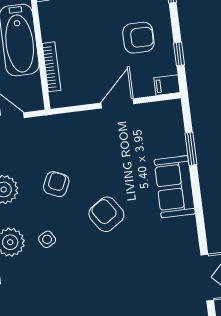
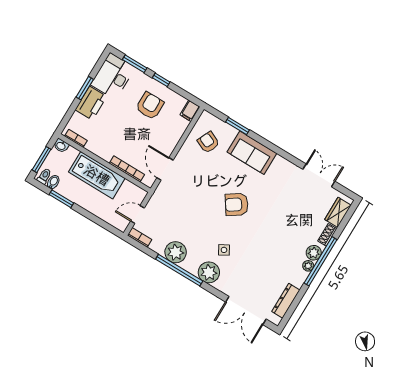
window: (179, 54) -> (161, 80), moved
door: (117, 103) -> (165, 169), moved
armchair: (56, 184) -> (208, 142), moved

